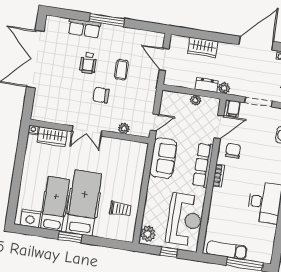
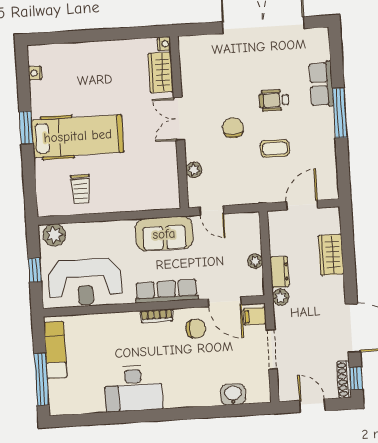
hospital bed: (55, 204) -> (68, 97), removed
nightstand: (30, 218) -> (35, 73), width x0.53, depth x0.56

